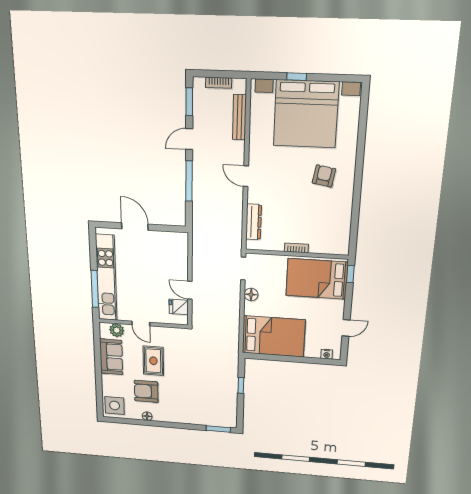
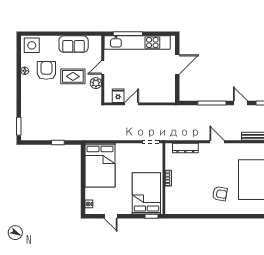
door: (246, 176) -> (217, 142), hinge flipped
floor lamp: (251, 294) -> (131, 148), removed
plant: (117, 330) -> (96, 83), moved

